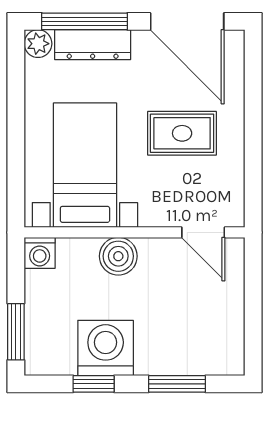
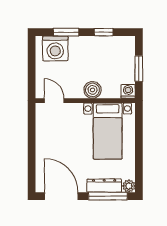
rug: (182, 133) -> (64, 145), removed
window: (16, 332) -> (139, 69), moved
washing machine: (106, 348) -> (55, 48), moved

